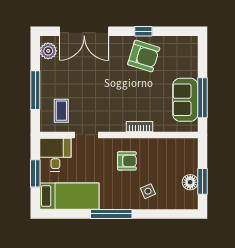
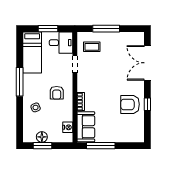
plant: (48, 51) -> (134, 38), removed
armchair: (144, 56) -> (130, 104), turned 73
sofa: (185, 100) -> (86, 127), moved, turned 90
nightstand: (176, 145) -> (68, 127), added

